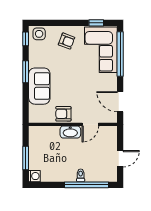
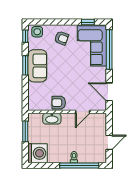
sofa: (39, 86) -> (37, 66), moved
washbasin: (70, 132) -> (52, 119), moved
window: (26, 158) -> (25, 131), moved
washing machine: (34, 176) -> (38, 153), width x1.89, depth x1.89

